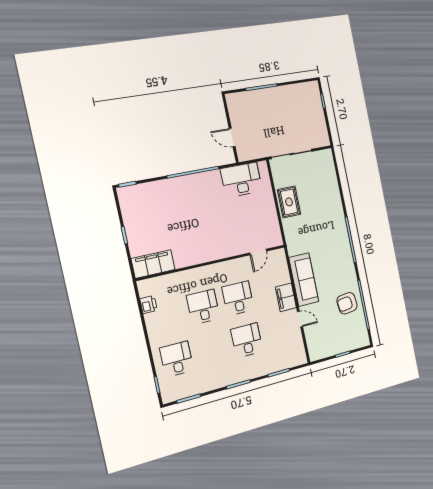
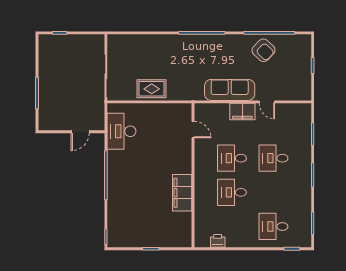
filing cabinet: (153, 264) -> (182, 193), moved
armchair: (347, 303) -> (263, 50), turned -39
door: (300, 319) -> (267, 102), swing flipped

